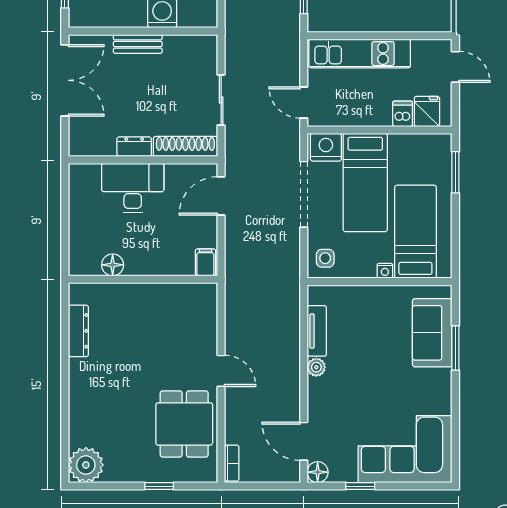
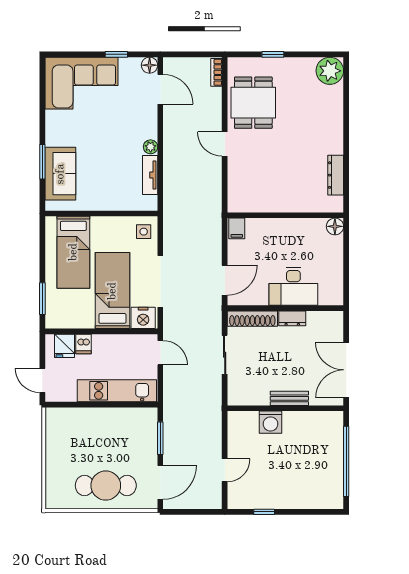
floor lamp: (113, 265) -> (335, 226), moved
nightstand: (385, 271) -> (97, 222), removed

